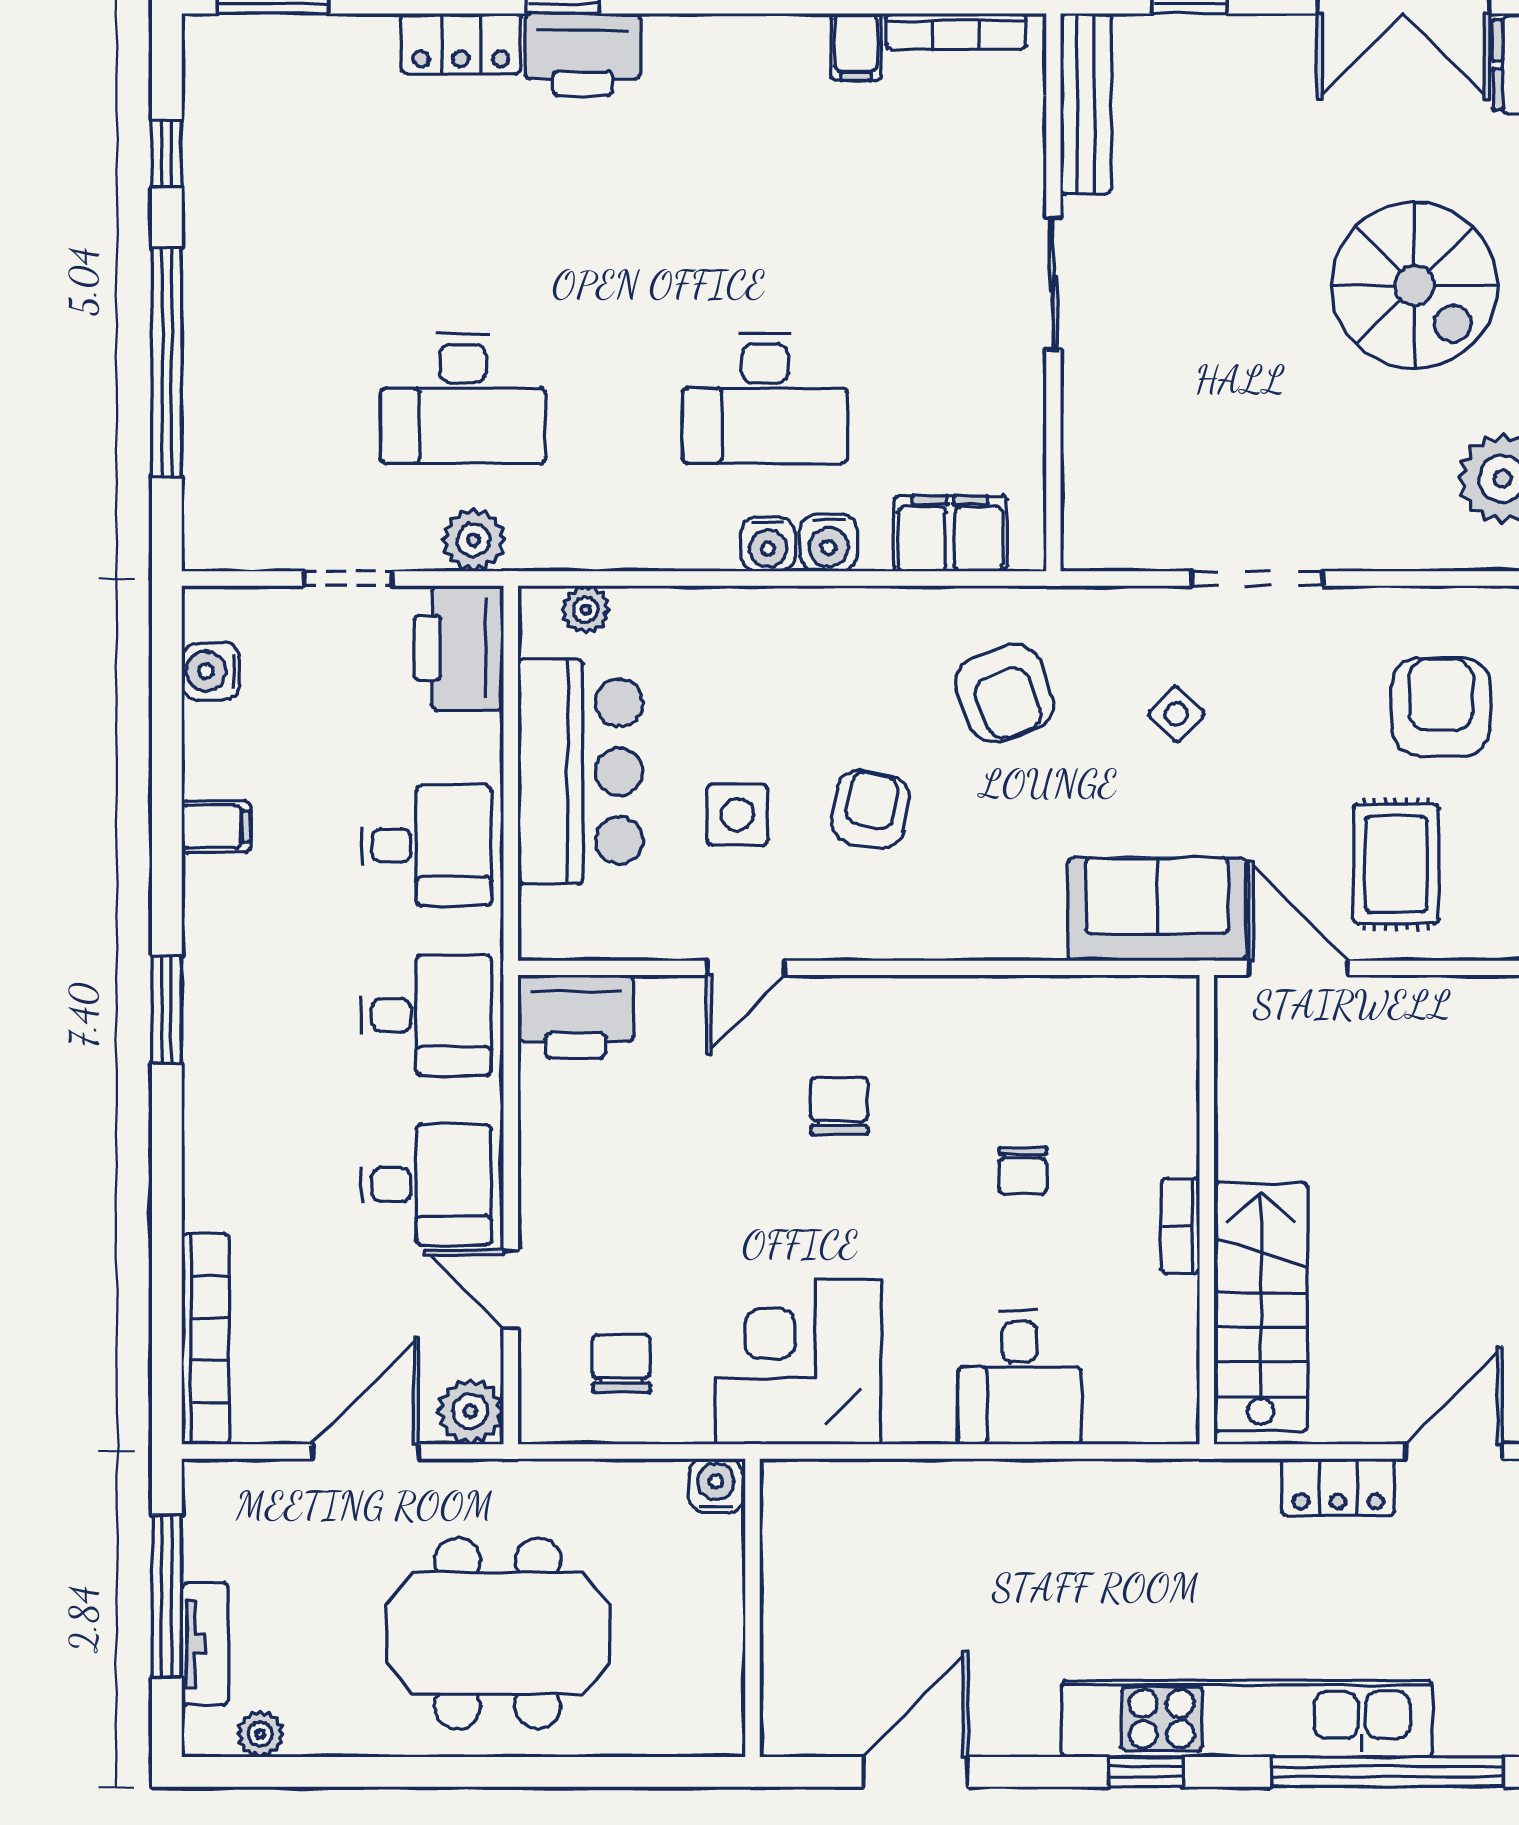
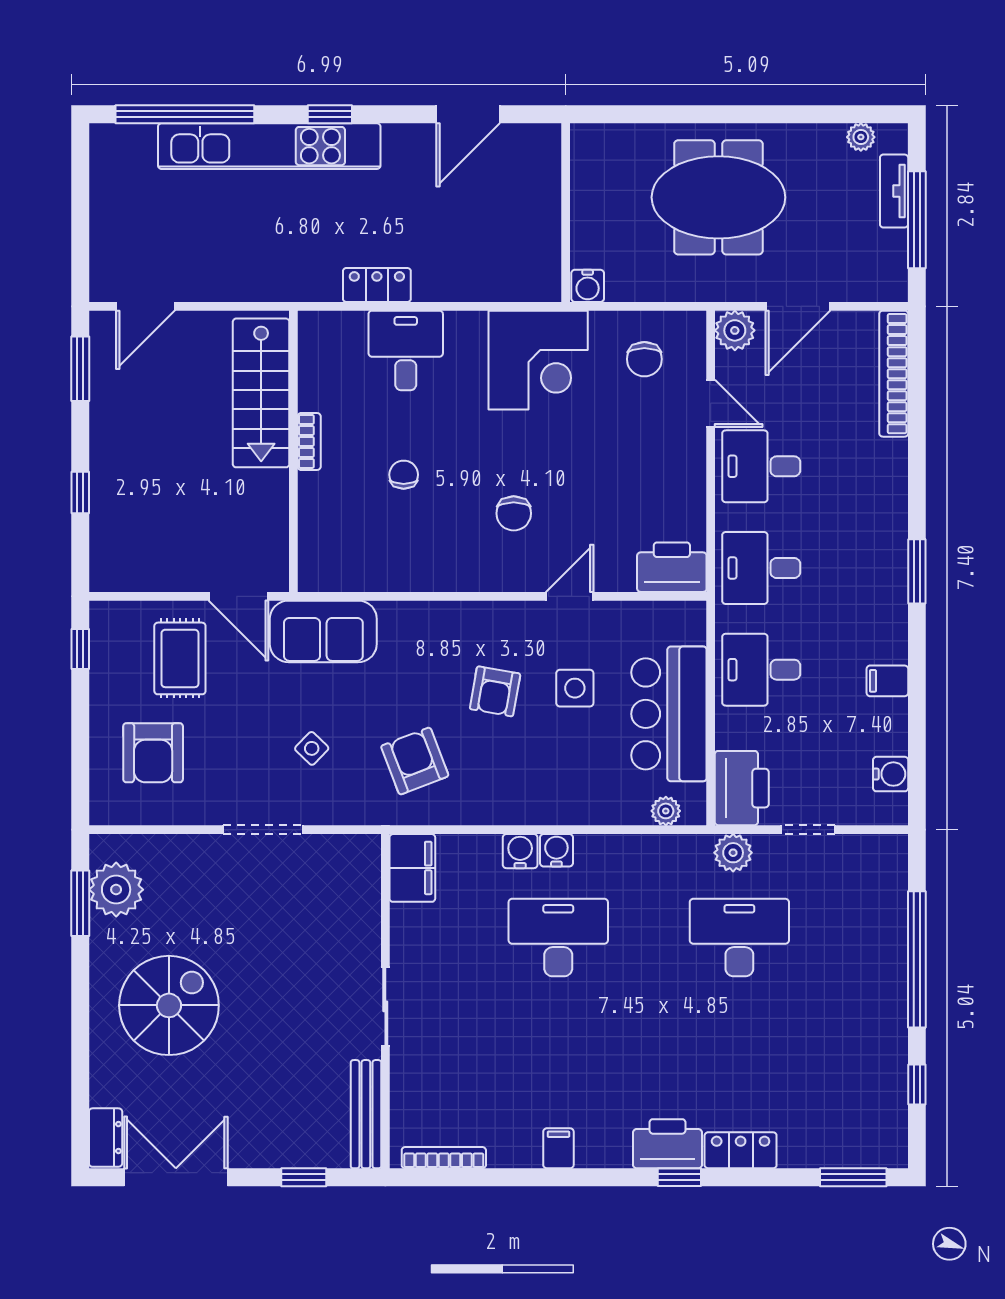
filing cabinet: (856, 47) -> (558, 1148), moved
spiral stairs: (1414, 285) -> (169, 1005), turned 90
filing cabinet: (950, 534) -> (412, 868), moved, turned -90
locker: (1338, 1487) -> (377, 285), moved

